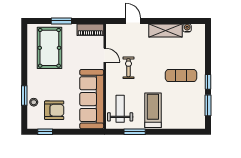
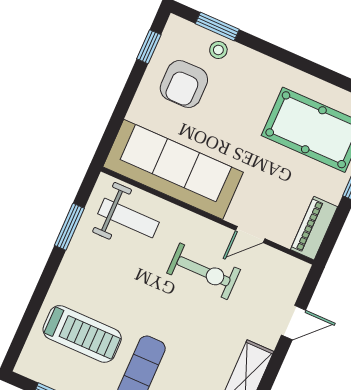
exercise bike: (128, 68) -> (204, 271), width x1.38, depth x1.39
window: (24, 95) -> (217, 26), moved
treadmill: (153, 110) -> (82, 334), moved

